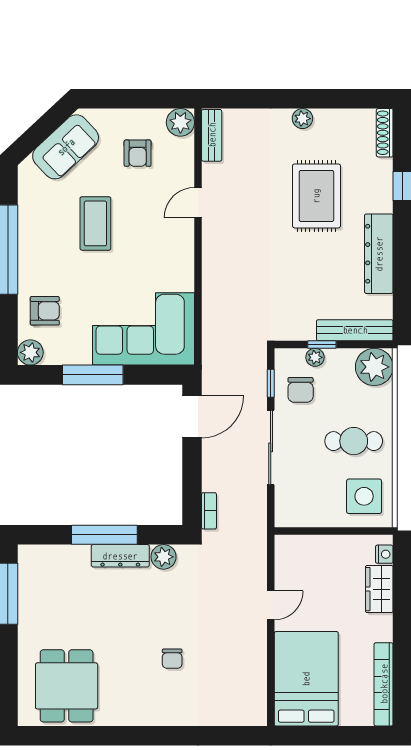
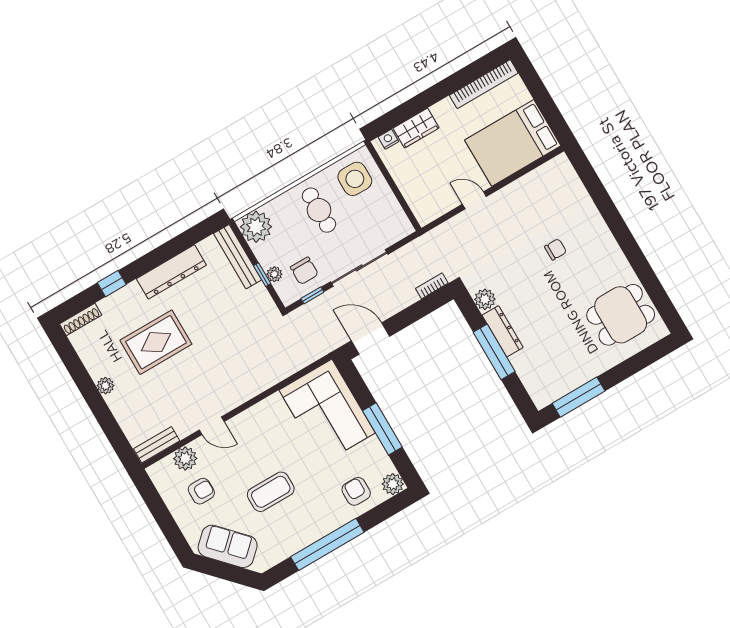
plant: (180, 122) -> (185, 458), moved
chair: (301, 390) -> (304, 271), turned 90

